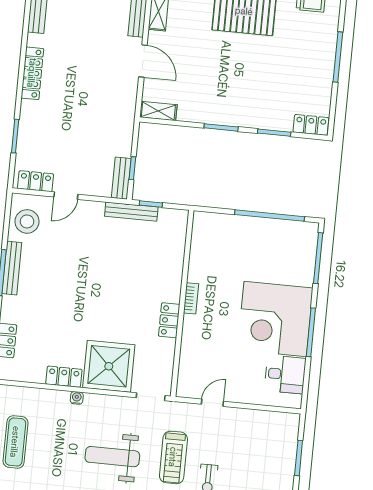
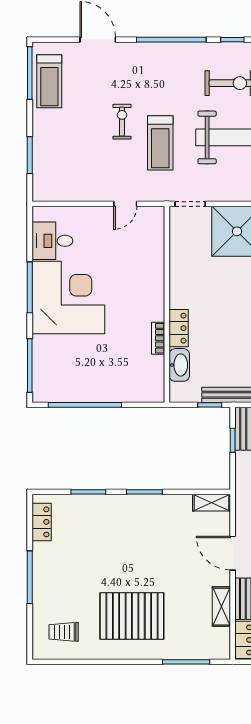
locker: (311, 125) -> (42, 522), moved, turned -90
washbasin: (176, 245) -> (179, 365), added
bookcase: (191, 298) -> (158, 338), moved
locker: (169, 320) -> (179, 328), moved
treadmill: (173, 457) -> (160, 143), turned 180

